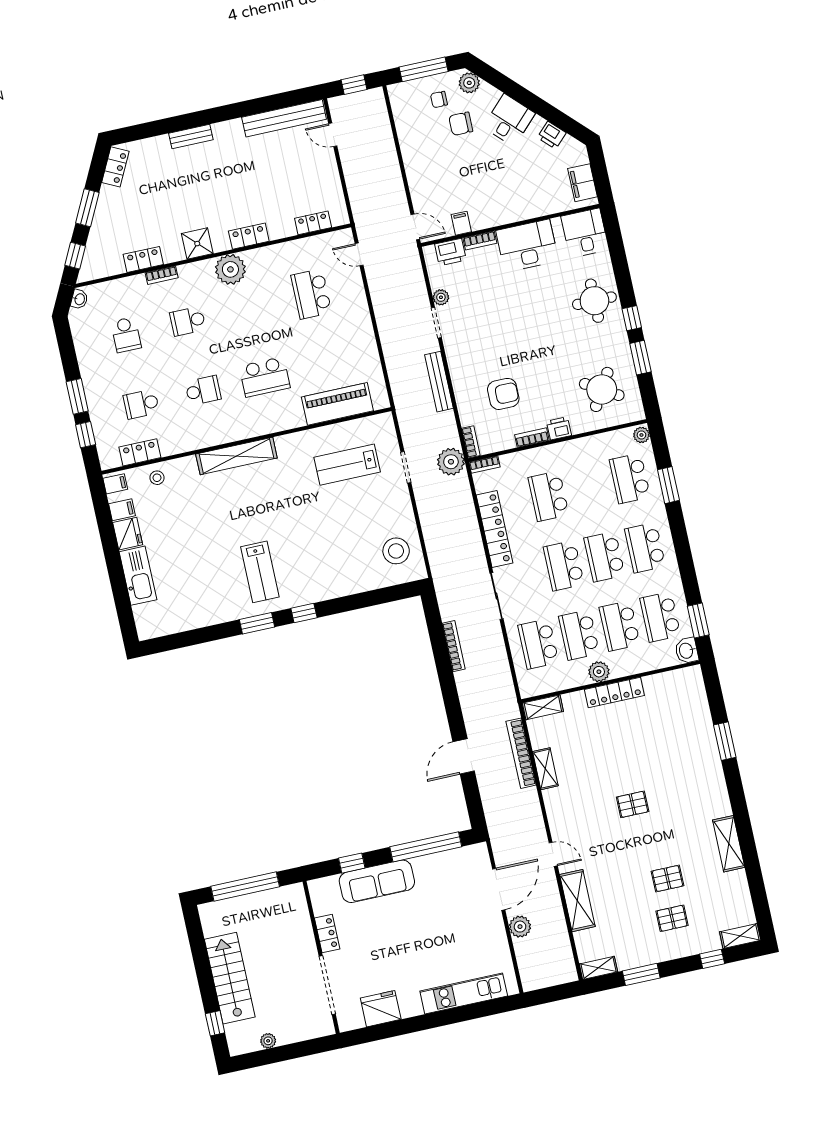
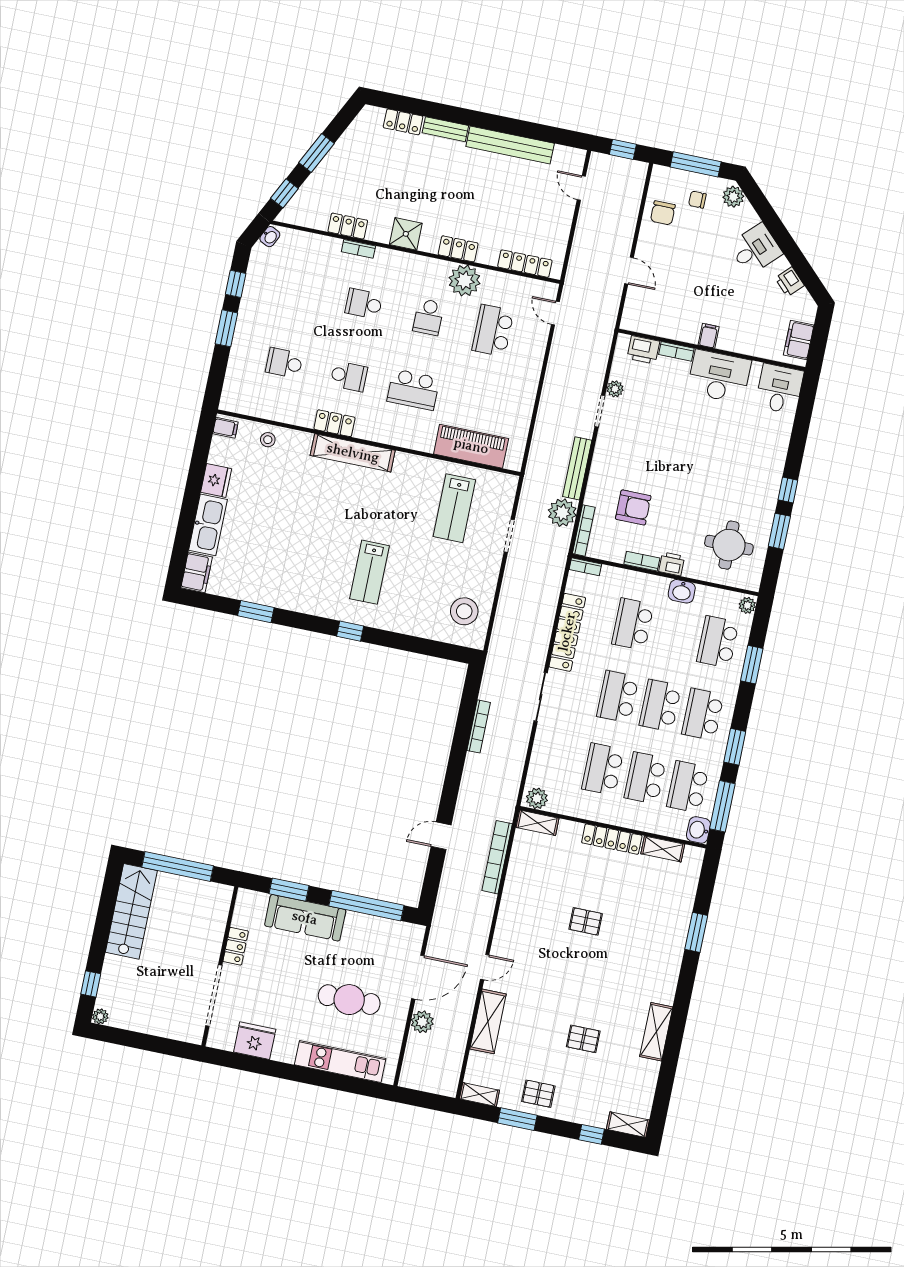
bench: (284, 118) -> (510, 145), moved
chair: (461, 124) -> (663, 213), moved, turned -90
locker: (115, 167) -> (403, 122), moved, turned 63
locker: (313, 223) -> (525, 264), width x1.53
filing cabinet: (461, 223) -> (709, 336), moved
door: (415, 227) -> (629, 271), moved
plant: (230, 269) -> (465, 280), moved
round table: (594, 301) -> (760, 458), removed
school desk: (126, 335) -> (428, 317), moved
round table: (602, 389) -> (729, 545), turned -31
window: (86, 435) -> (236, 284), moved
bookcase: (471, 442) -> (584, 530), width x1.56
washbasin: (579, 448) -> (682, 591), added
locker: (140, 452) -> (334, 423), moved
plant: (451, 462) -> (562, 513), moved
lab bench: (347, 465) -> (454, 508), turned -90
filing cabinet: (122, 510) -> (197, 572), moved, width x2.00
window: (686, 564) -> (735, 747), added
lab bench: (260, 572) -> (370, 572), moved
window: (698, 621) -> (722, 806), width x1.44
window: (257, 623) -> (256, 612), moved
school desk: (538, 644) -> (560, 760), removed
plant: (599, 672) -> (537, 798), moved
door: (464, 756) -> (441, 836), width x0.73
shelving: (545, 769) -> (663, 849), moved, turned 90
pallet: (633, 804) -> (586, 921), moved
door: (553, 854) -> (485, 967), hinge flipped
window: (352, 863) -> (289, 890), width x1.50
pallet: (672, 918) -> (538, 1094), moved
cafe table: (447, 936) -> (349, 1000), added
stairs: (230, 978) -> (131, 911), moved
plant: (268, 1041) -> (100, 1016), moved

